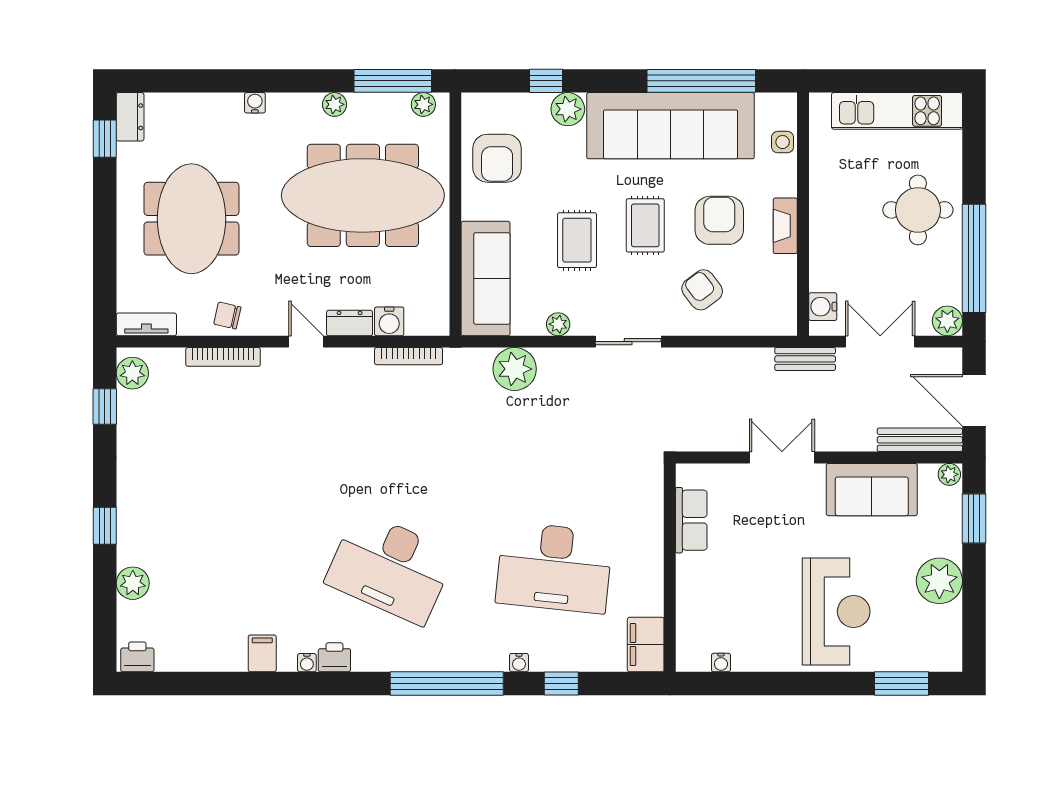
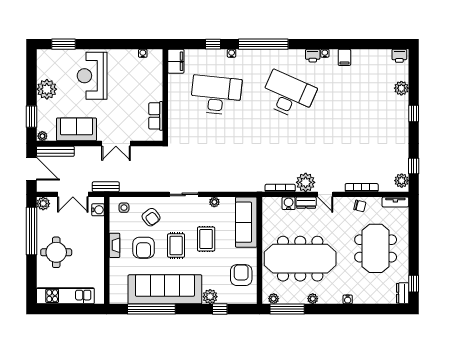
side table: (783, 142) -> (124, 208), moved
plant: (515, 369) -> (306, 182), moved

